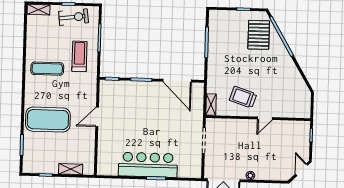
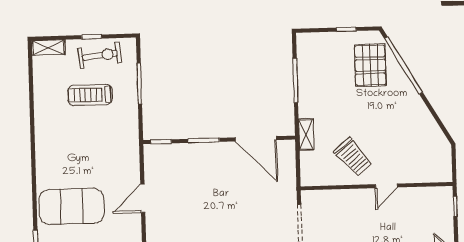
treadmill: (79, 56) -> (90, 95), moved, turned -90
exercise mat: (47, 69) -> (66, 133), removed
trolley: (243, 97) -> (353, 157), turned -148
shelving: (211, 104) -> (306, 134), moved

